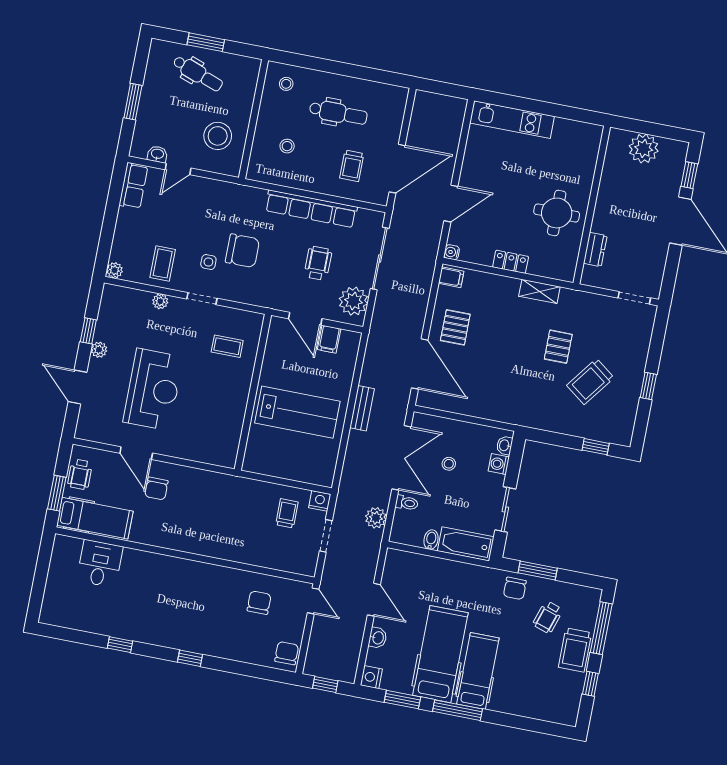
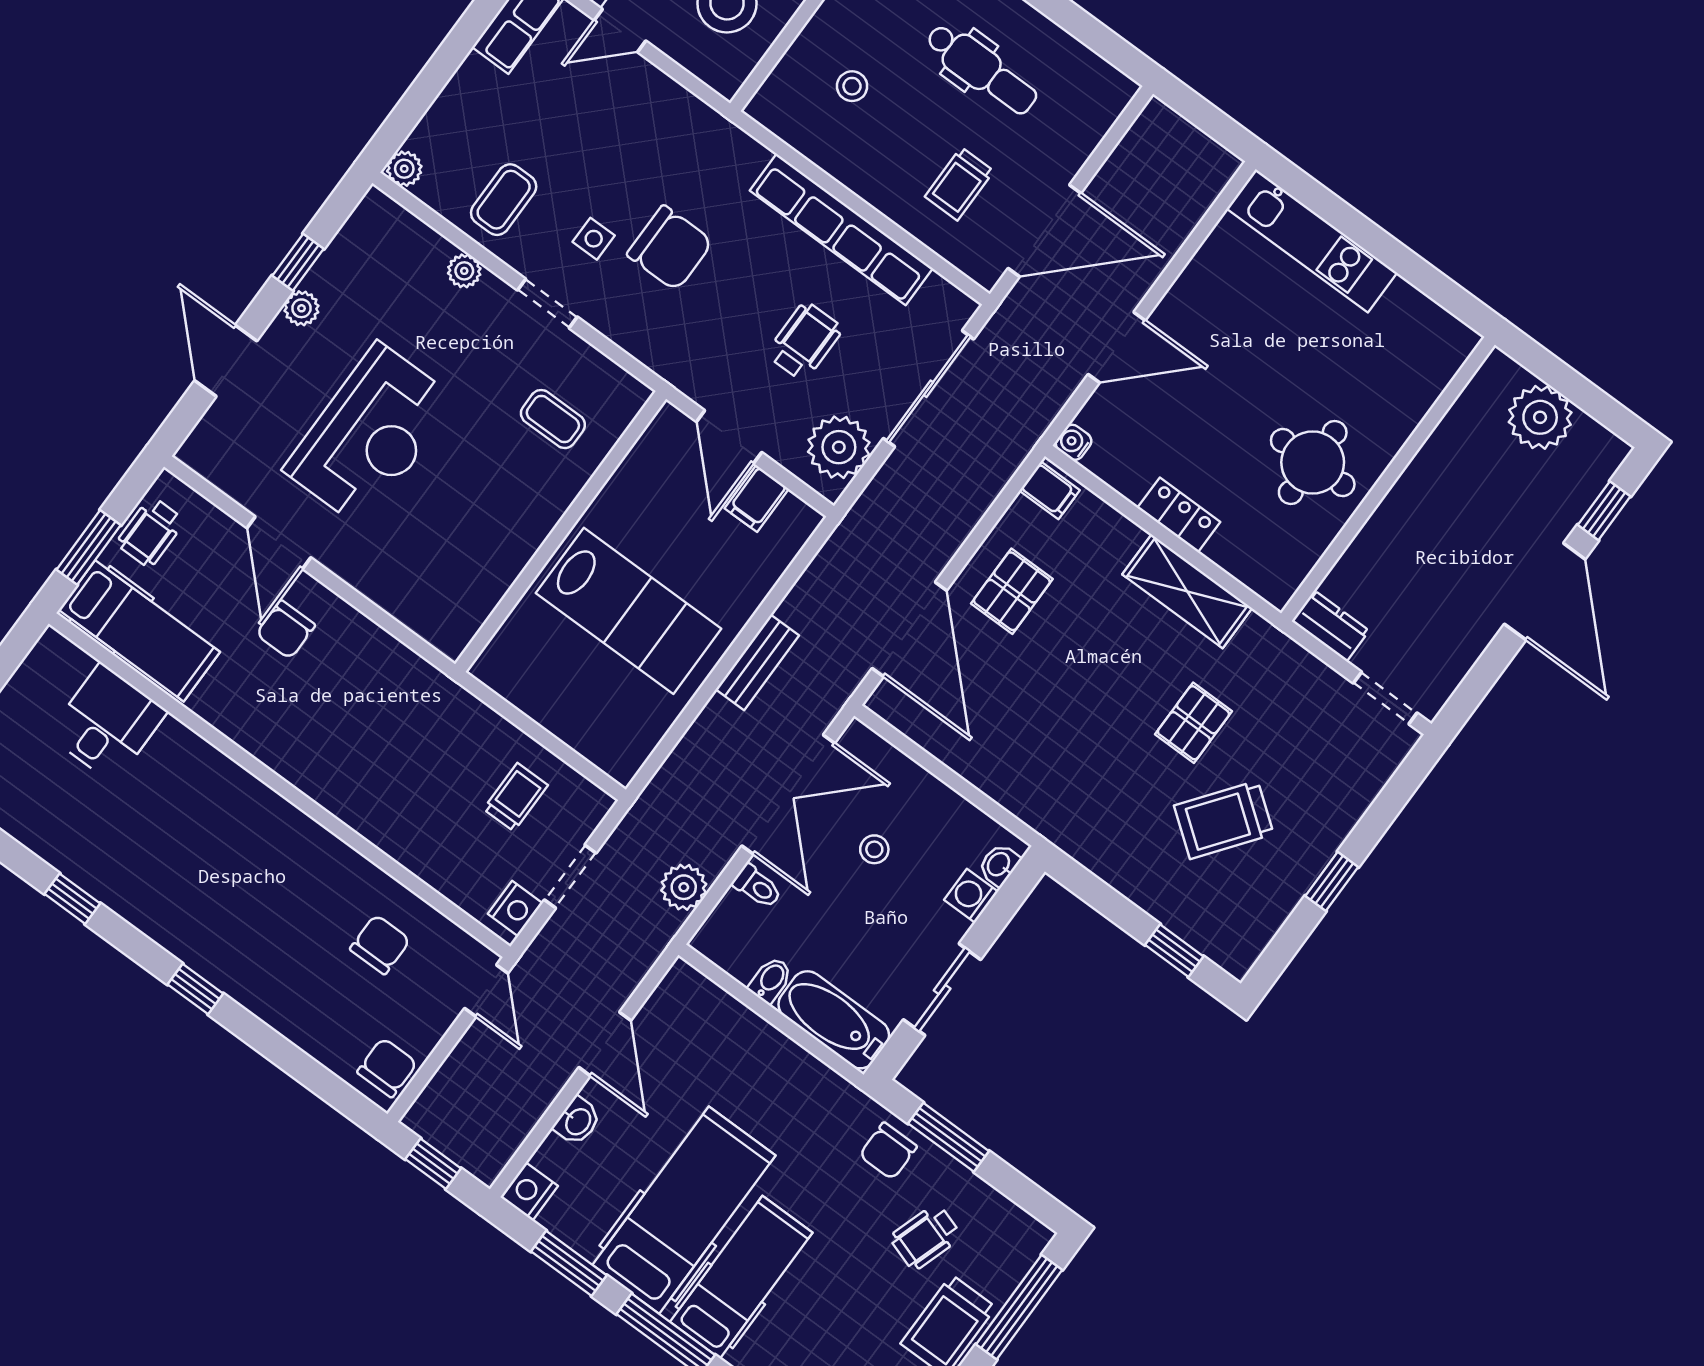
dresser: (595, 250) -> (1330, 626), moved, turned -90
shelving: (539, 291) -> (1187, 591), width x1.50, depth x1.33
nightstand: (320, 501) -> (515, 908), moved, turned 90

